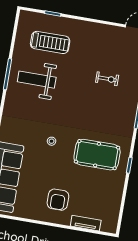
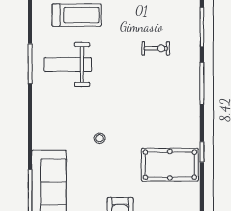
pool table: (97, 155) -> (170, 165), moved

